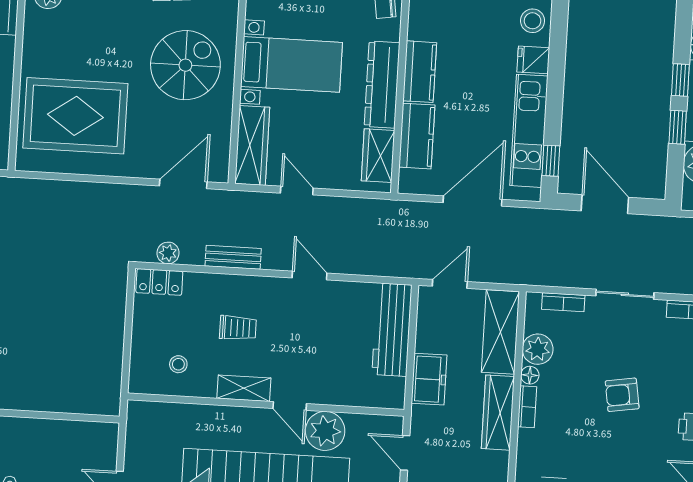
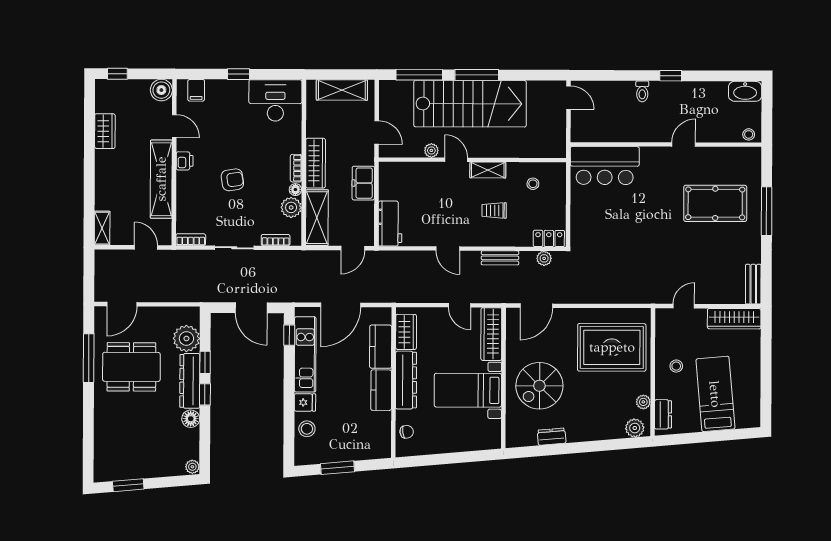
plant: (33, 33) -> (643, 402), added
workbench: (392, 330) -> (390, 224), width x0.73
bar counter: (71, 385) -> (605, 166), added
plant: (325, 431) -> (431, 150), width x0.53, depth x0.53

